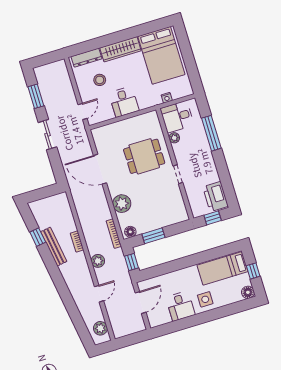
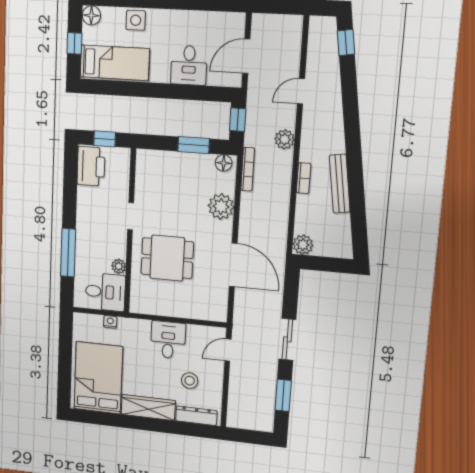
window: (38, 237) -> (346, 43), moved
side table: (205, 299) -> (136, 20), moved
desk: (180, 306) -> (189, 65), moved, turned 180
plant: (100, 328) -> (303, 245), moved

